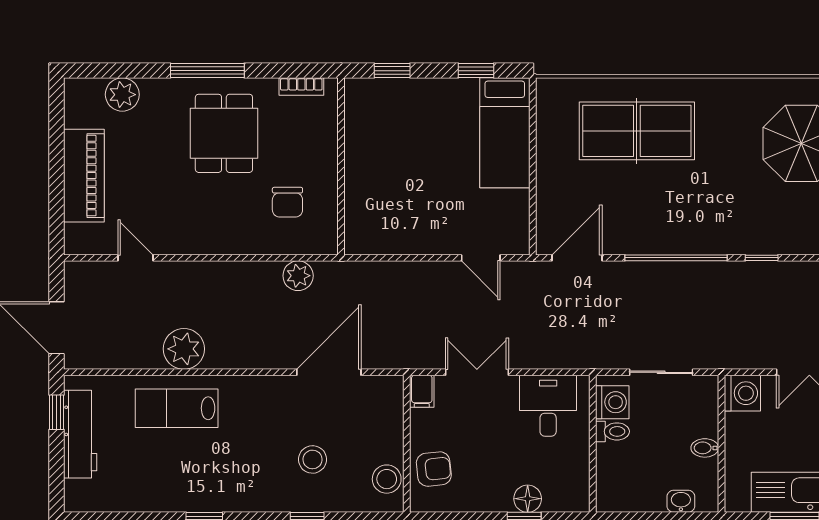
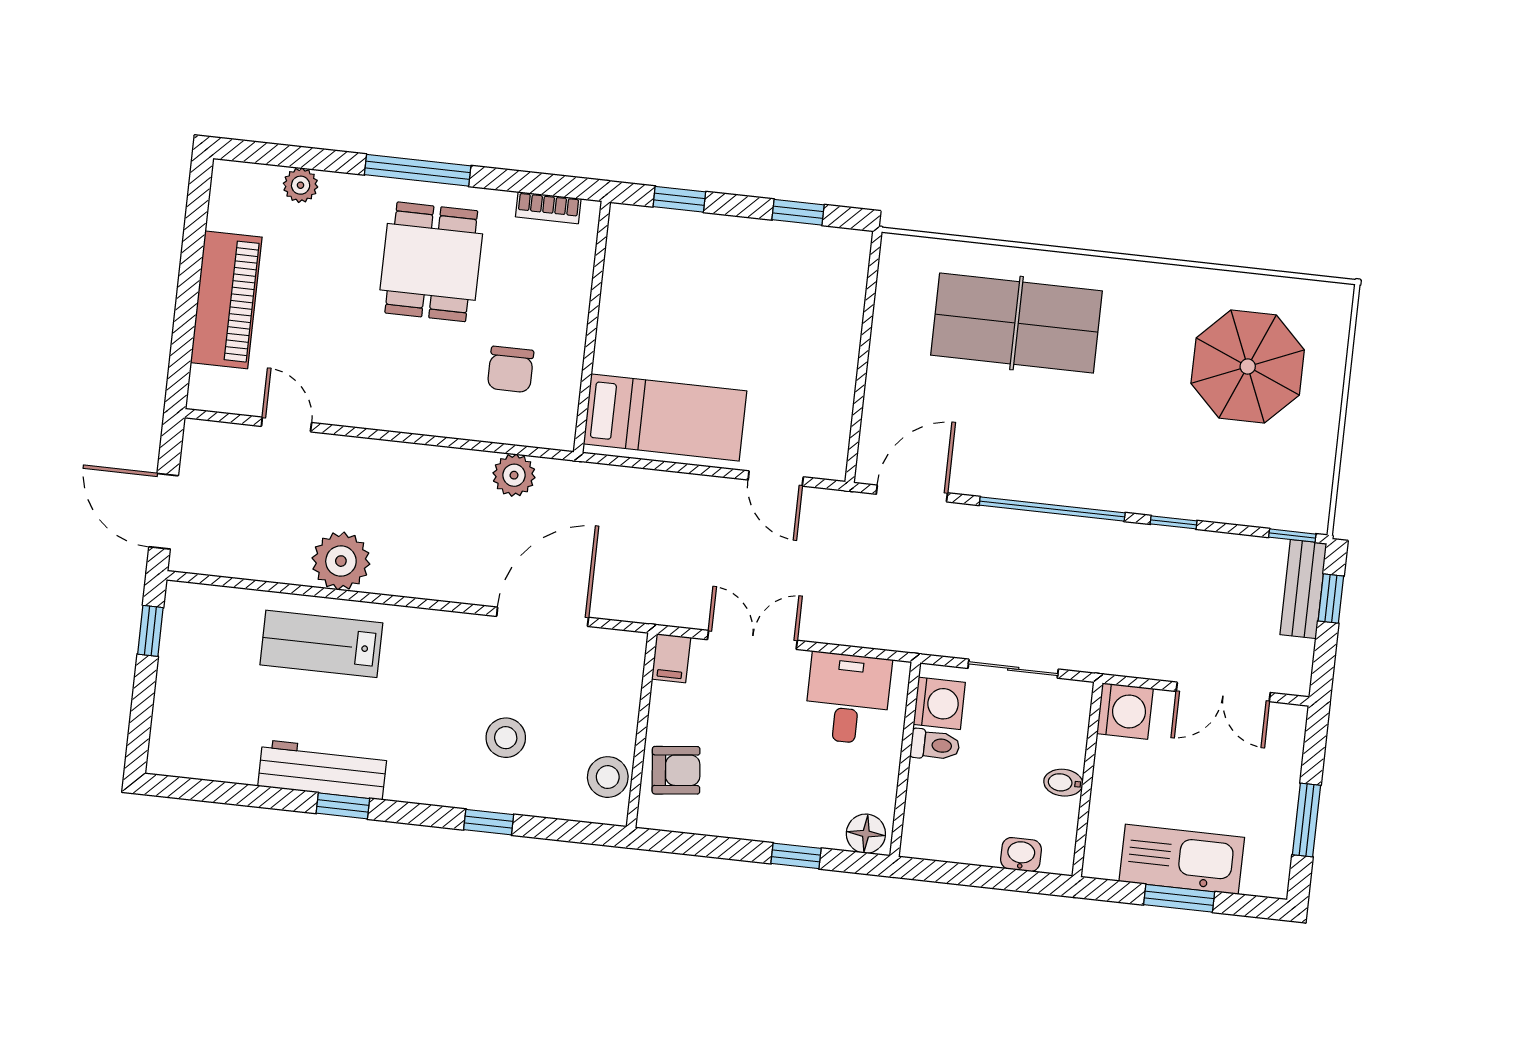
plant: (122, 95) -> (301, 185), width x0.73, depth x0.73
bed: (505, 133) -> (665, 417), moved, turned -90
workbench: (80, 434) -> (323, 770), moved, turned -90
floor lamp: (528, 499) -> (866, 834), moved

